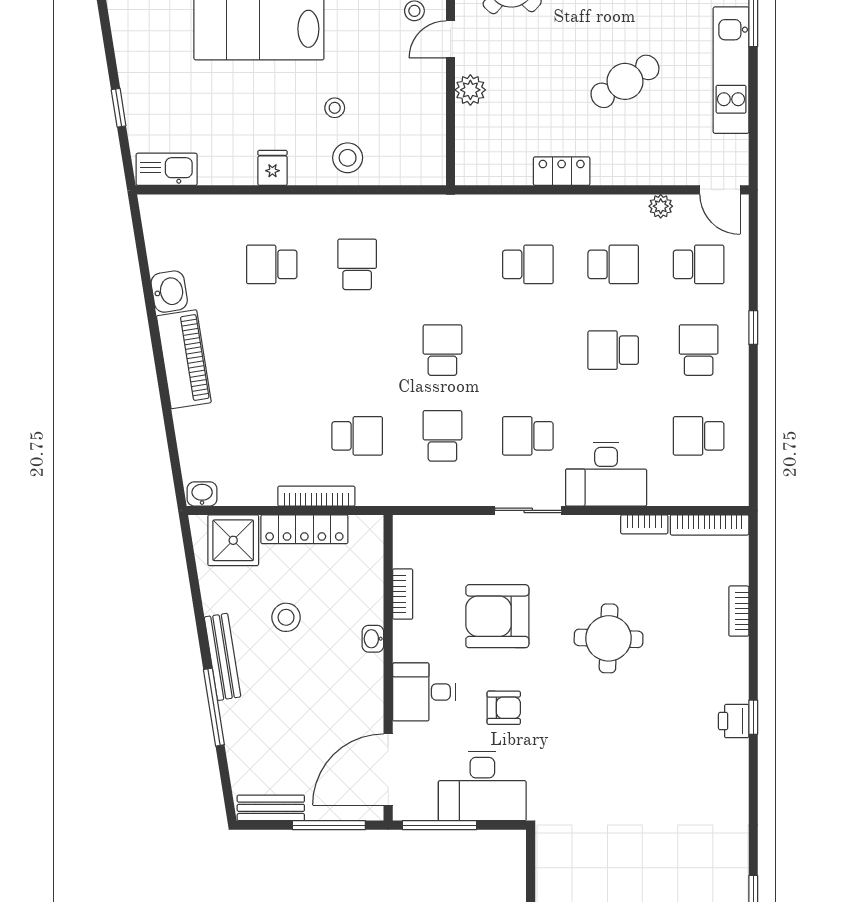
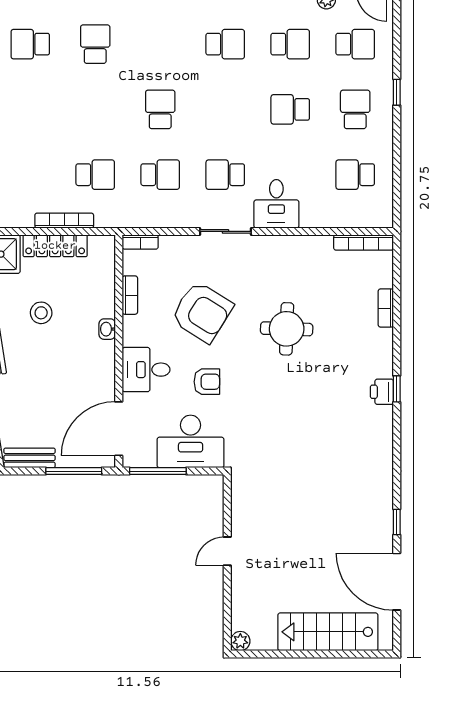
school desk: (442, 436) -> (160, 175), turned 90
desk: (606, 474) -> (276, 204), width x0.73
bookcase: (644, 524) -> (140, 242), moved
armchair: (497, 616) -> (202, 312), turned -148

